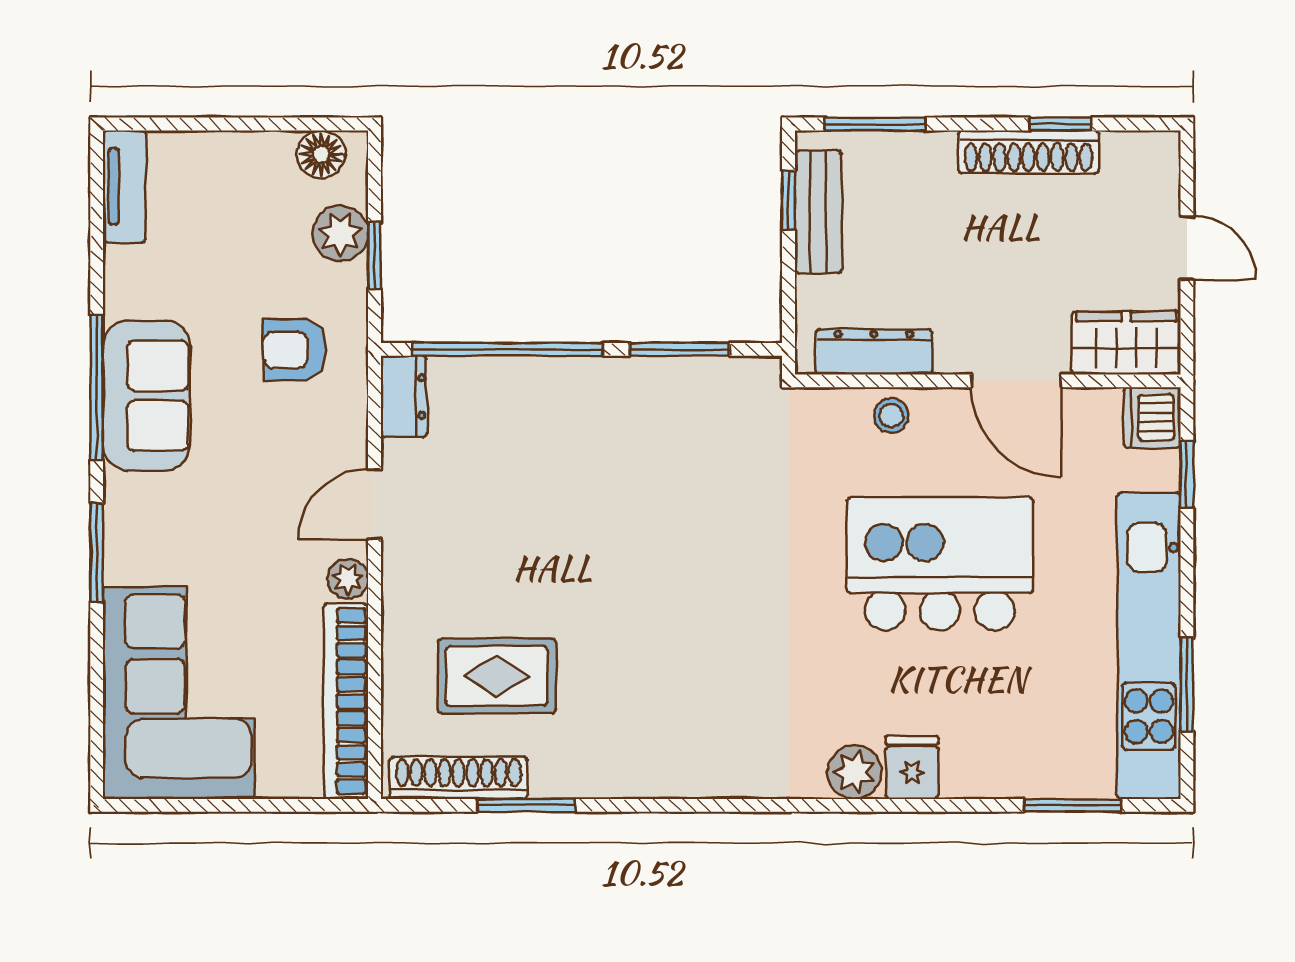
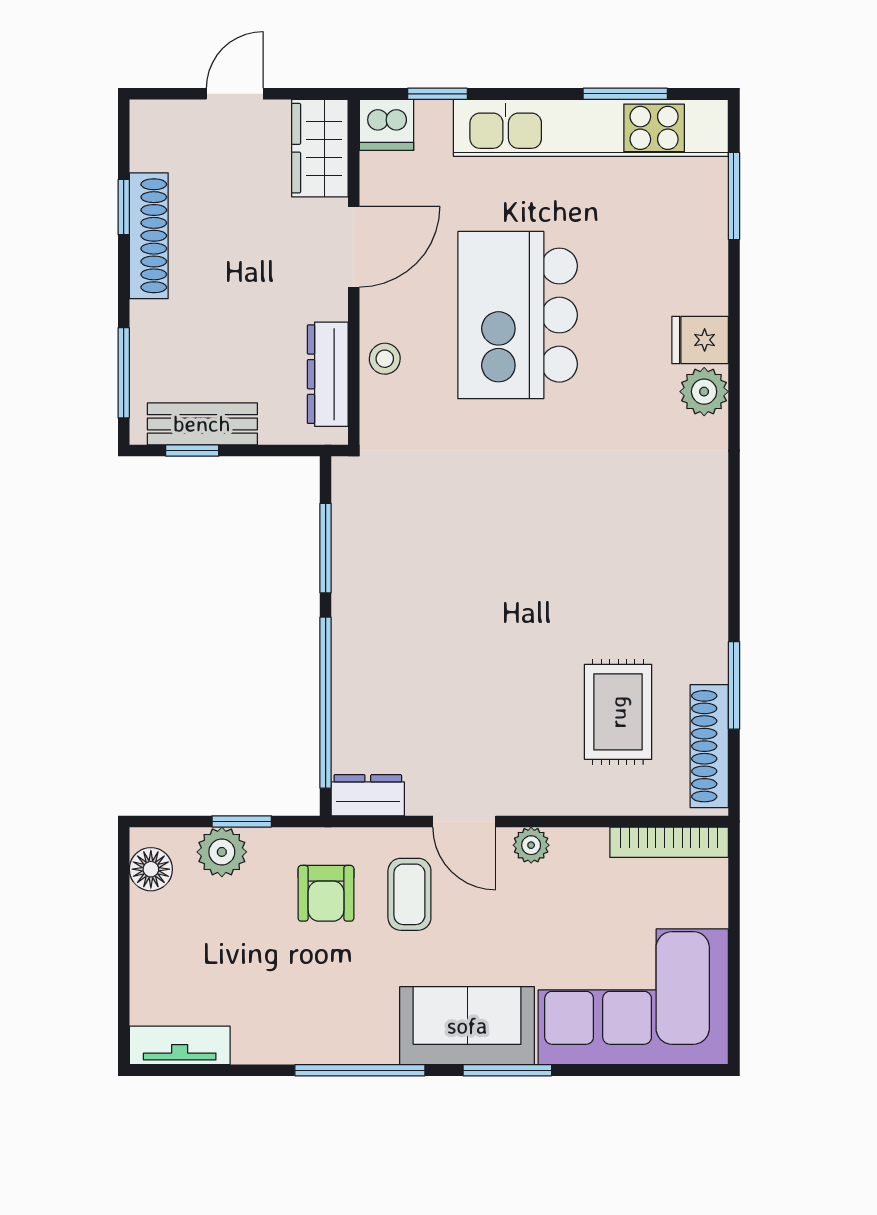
sofa: (146, 396) -> (467, 1026), moved
coffee table: (293, 443) -> (409, 894), added
bookcase: (346, 701) -> (669, 842), width x0.68, depth x0.76

